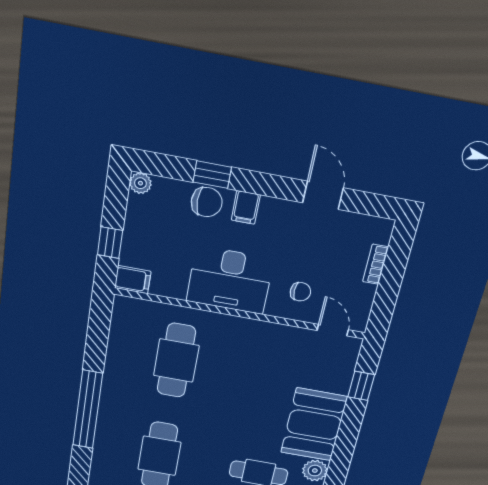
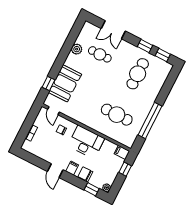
window: (212, 175) -> (92, 189), moved
door: (323, 195) -> (55, 171), moved
cafe table: (176, 361) -> (117, 115), turned 90
window: (88, 410) -> (150, 120), moved
booth: (314, 425) -> (65, 83), moved

